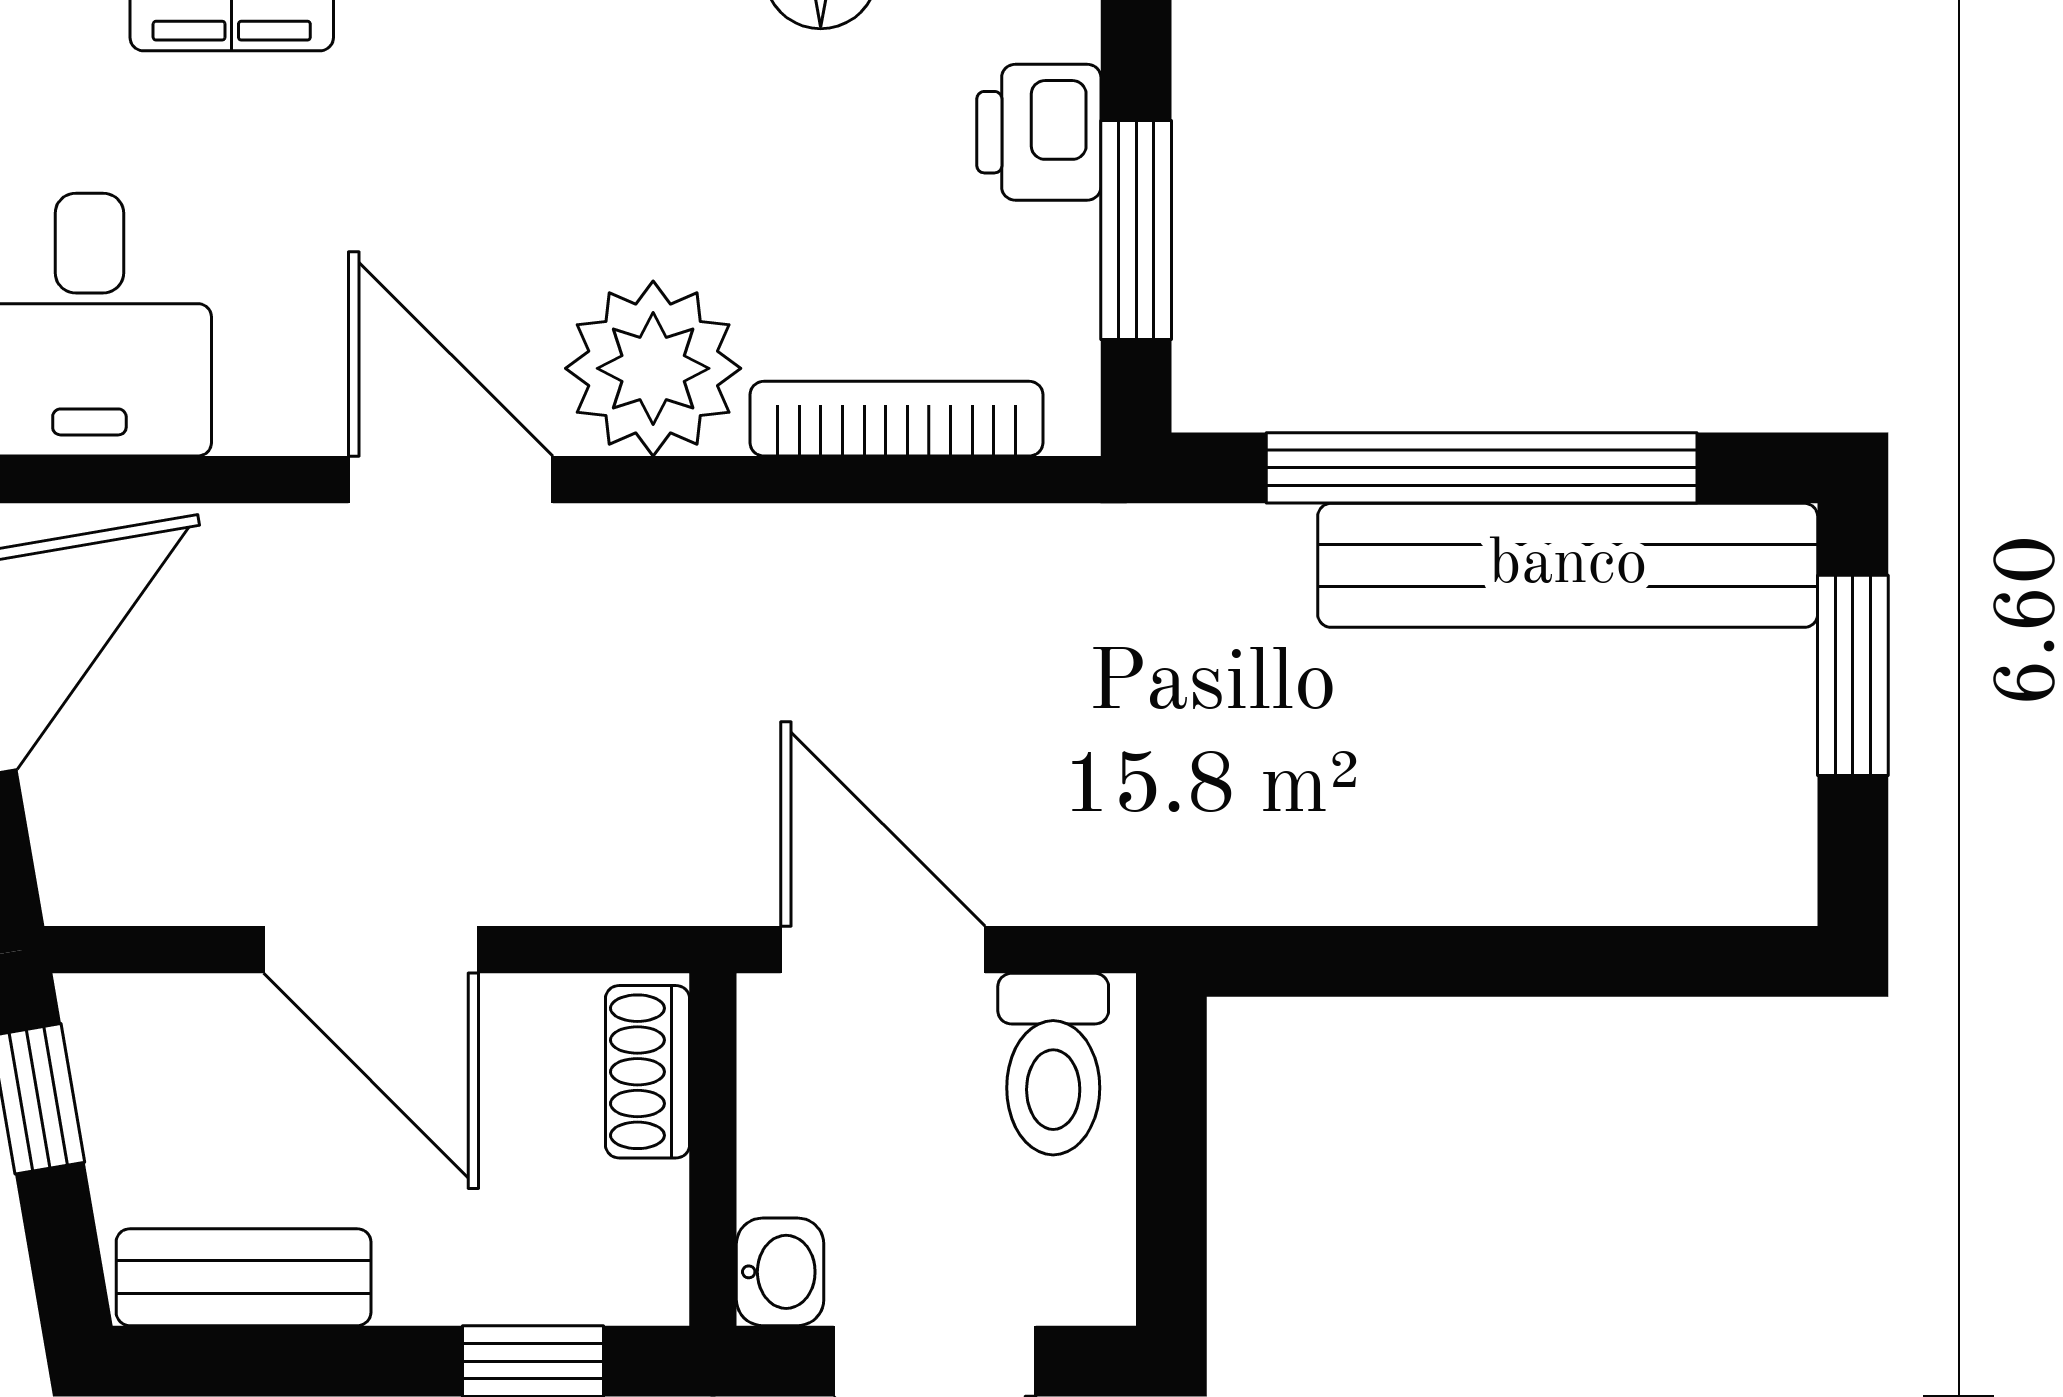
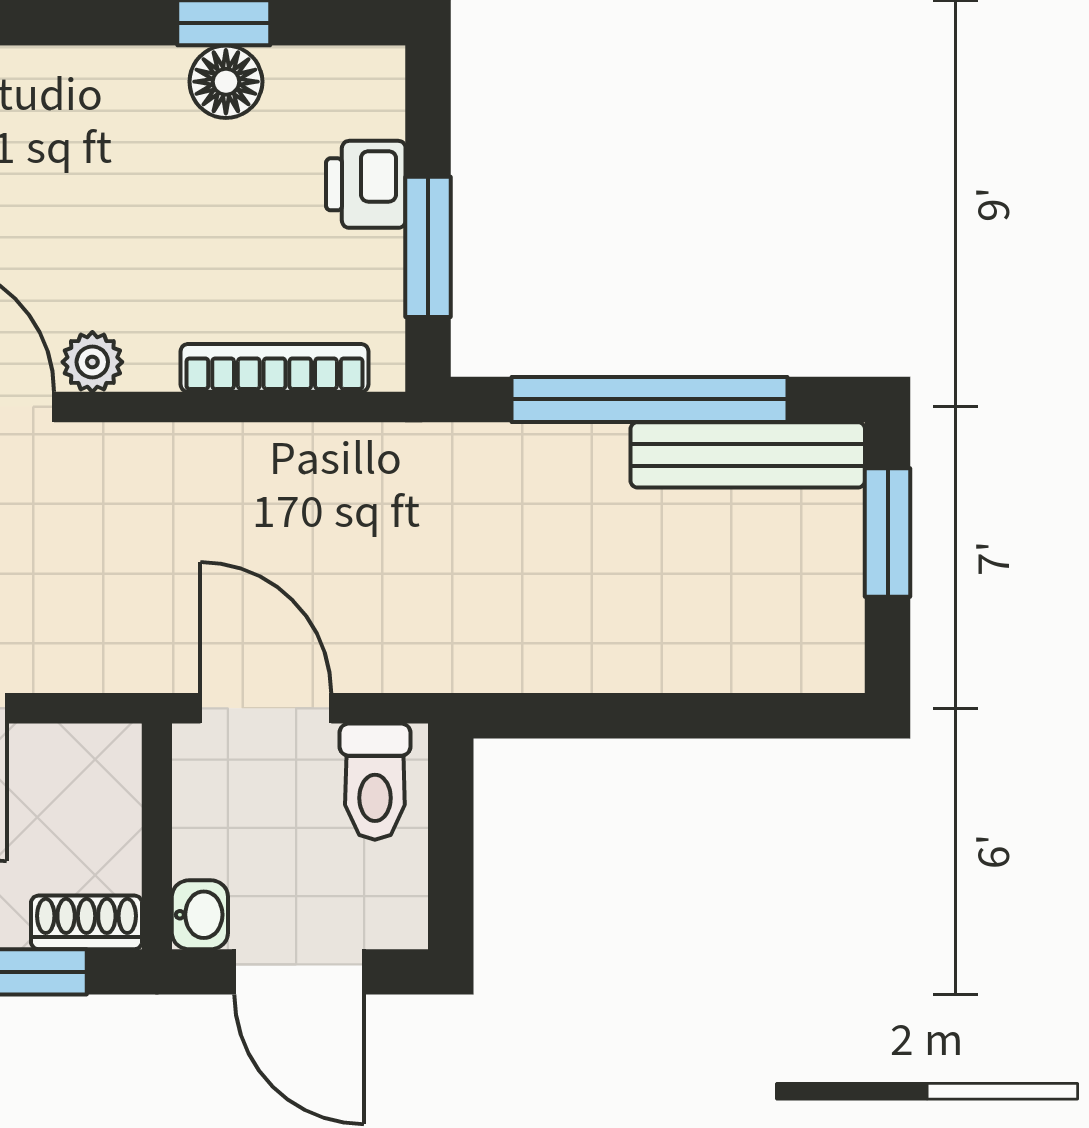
plant: (653, 368) -> (92, 362), width x0.53, depth x0.53
bench: (1568, 565) -> (748, 455), width x0.73, depth x0.82
shoe rack: (648, 1072) -> (86, 922), moved, turned 90

